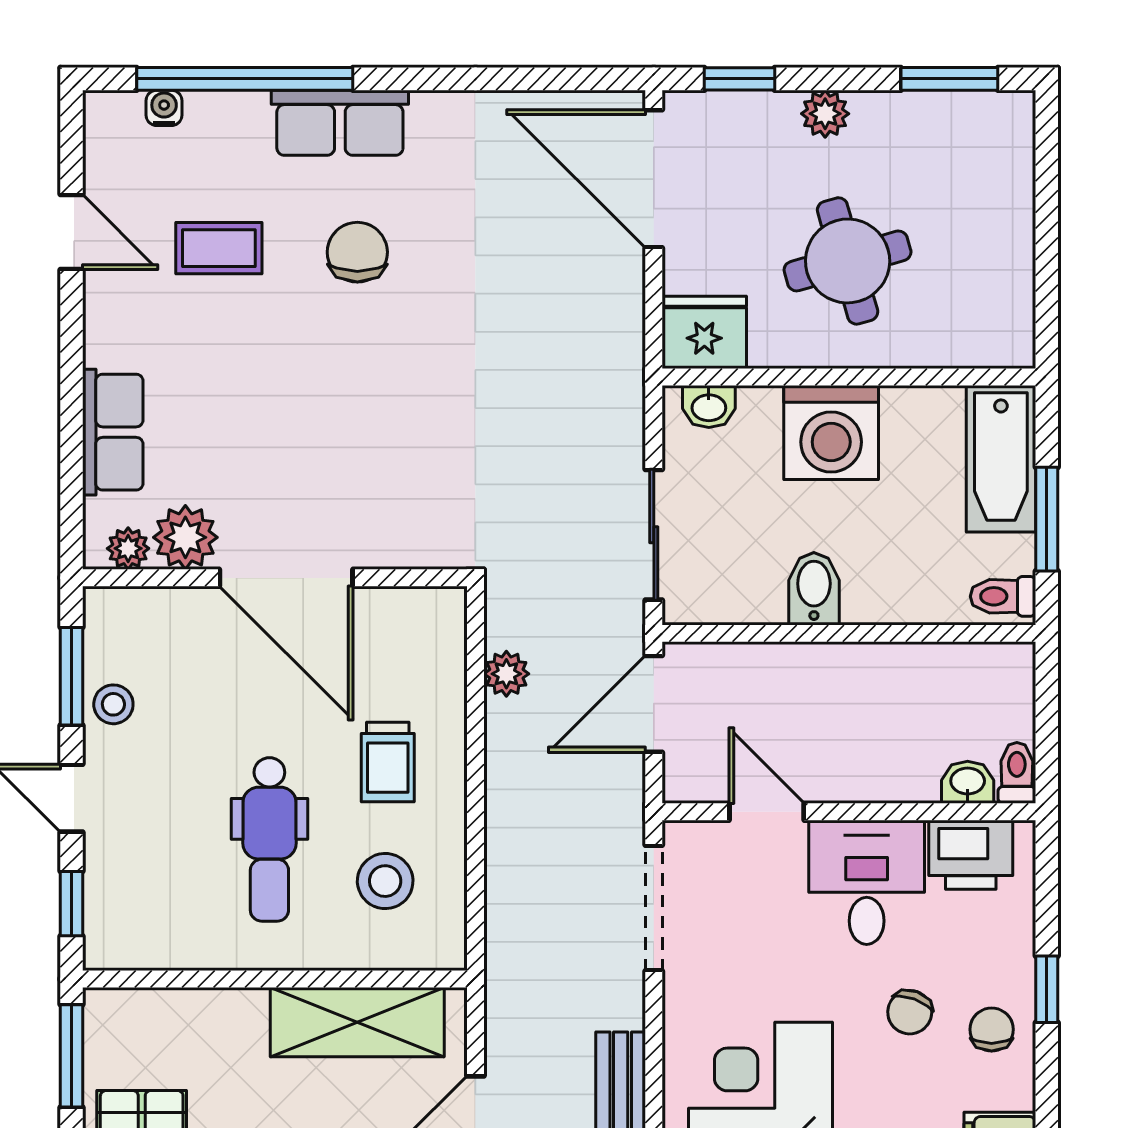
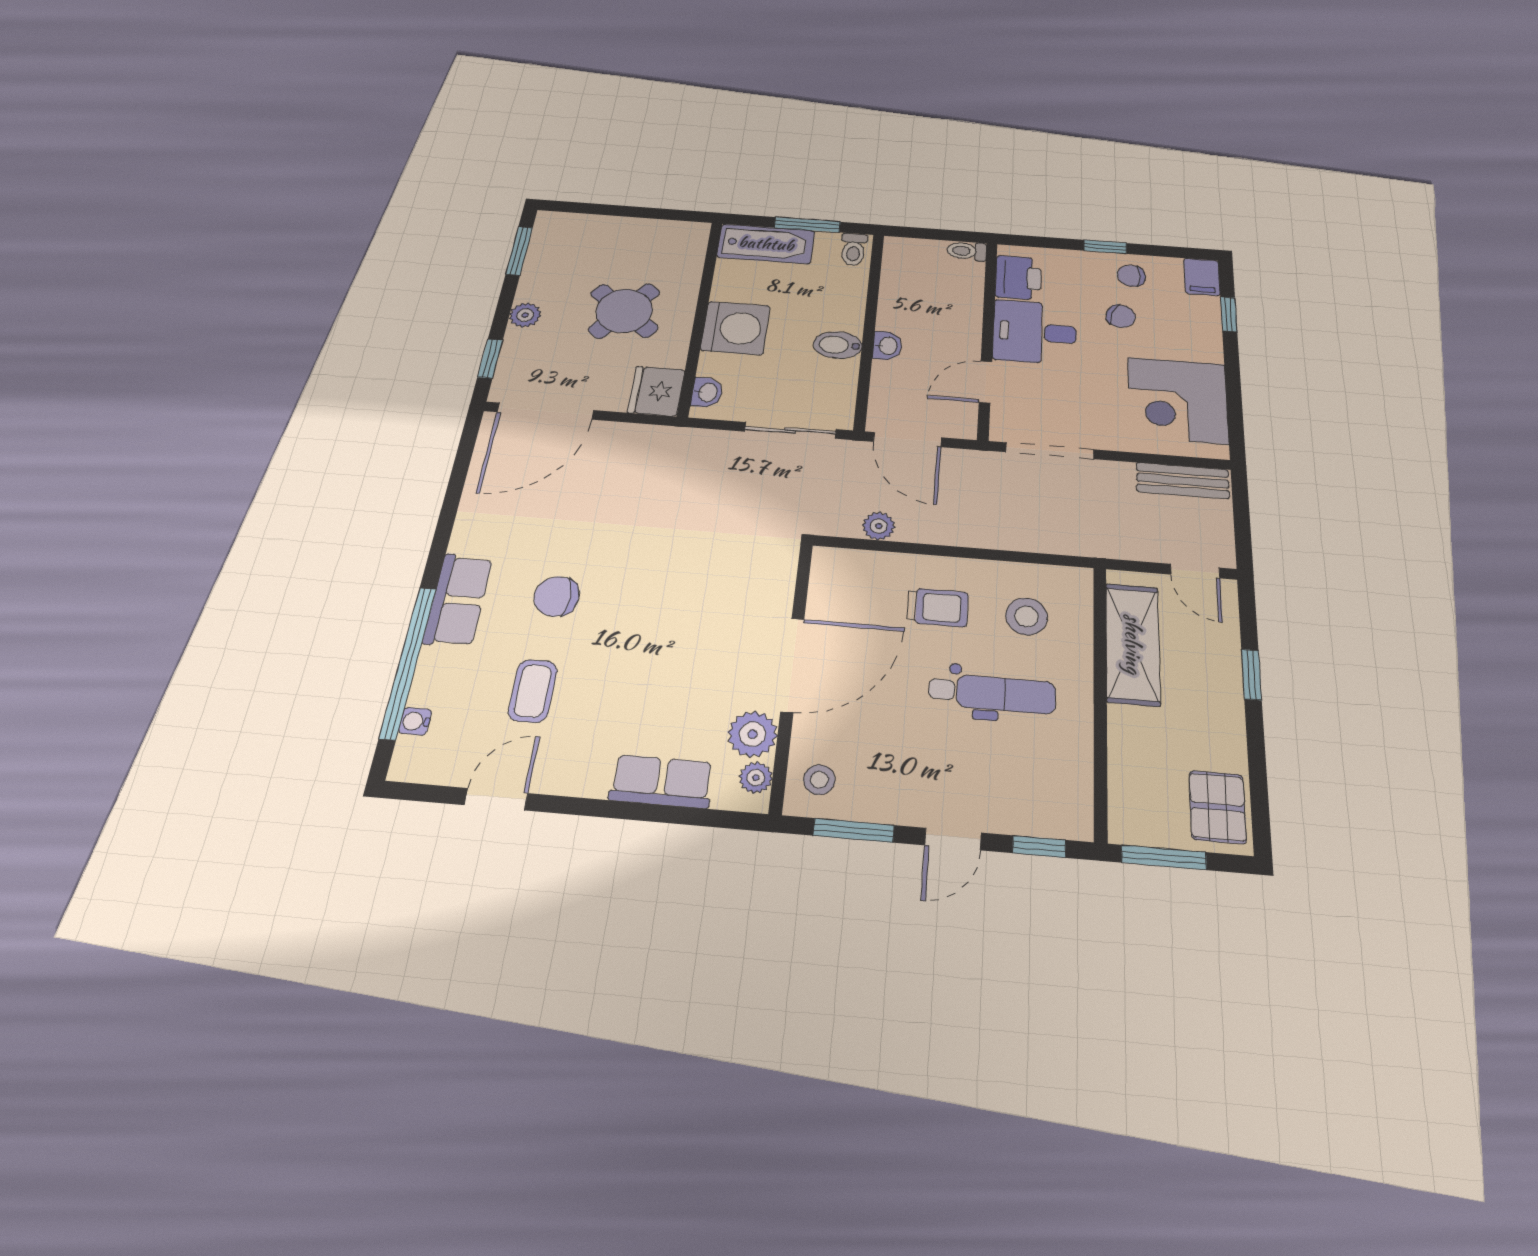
round table: (848, 261) -> (624, 311), turned -36
stool: (113, 704) -> (819, 780), moved
washbasin: (968, 782) -> (887, 346), moved, turned 180

